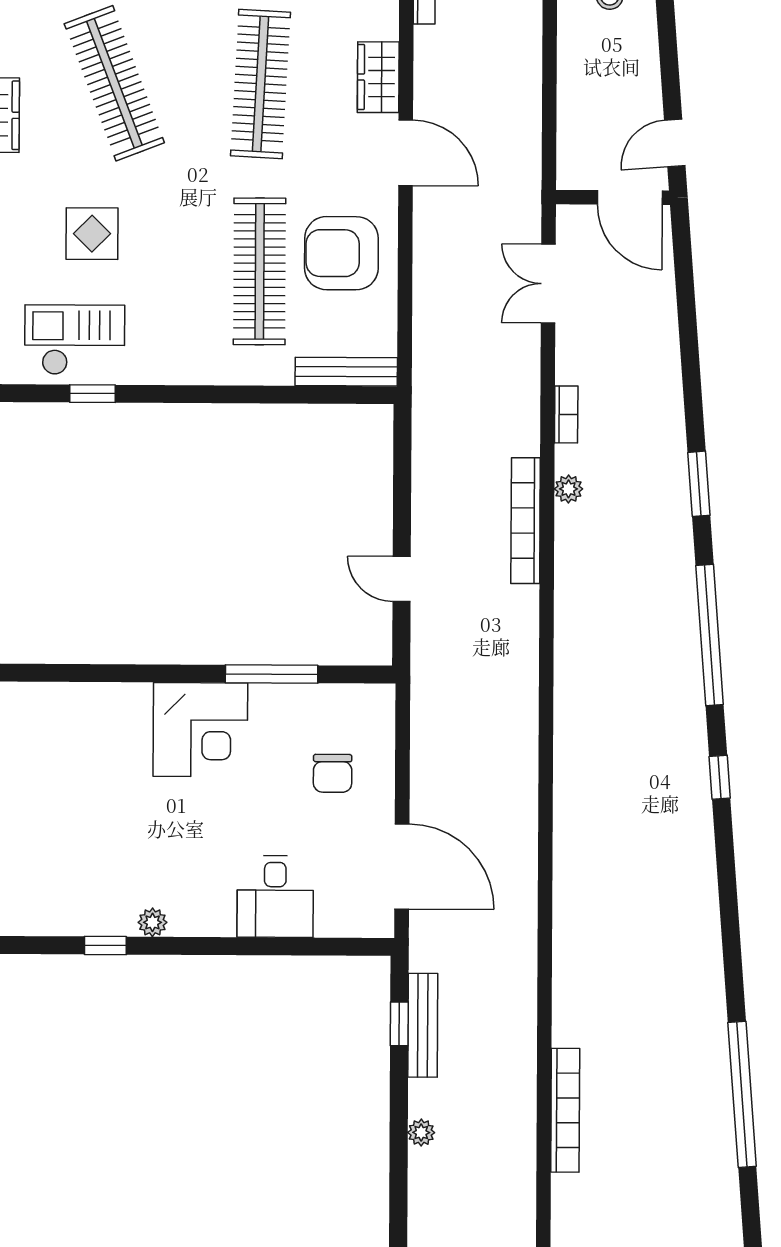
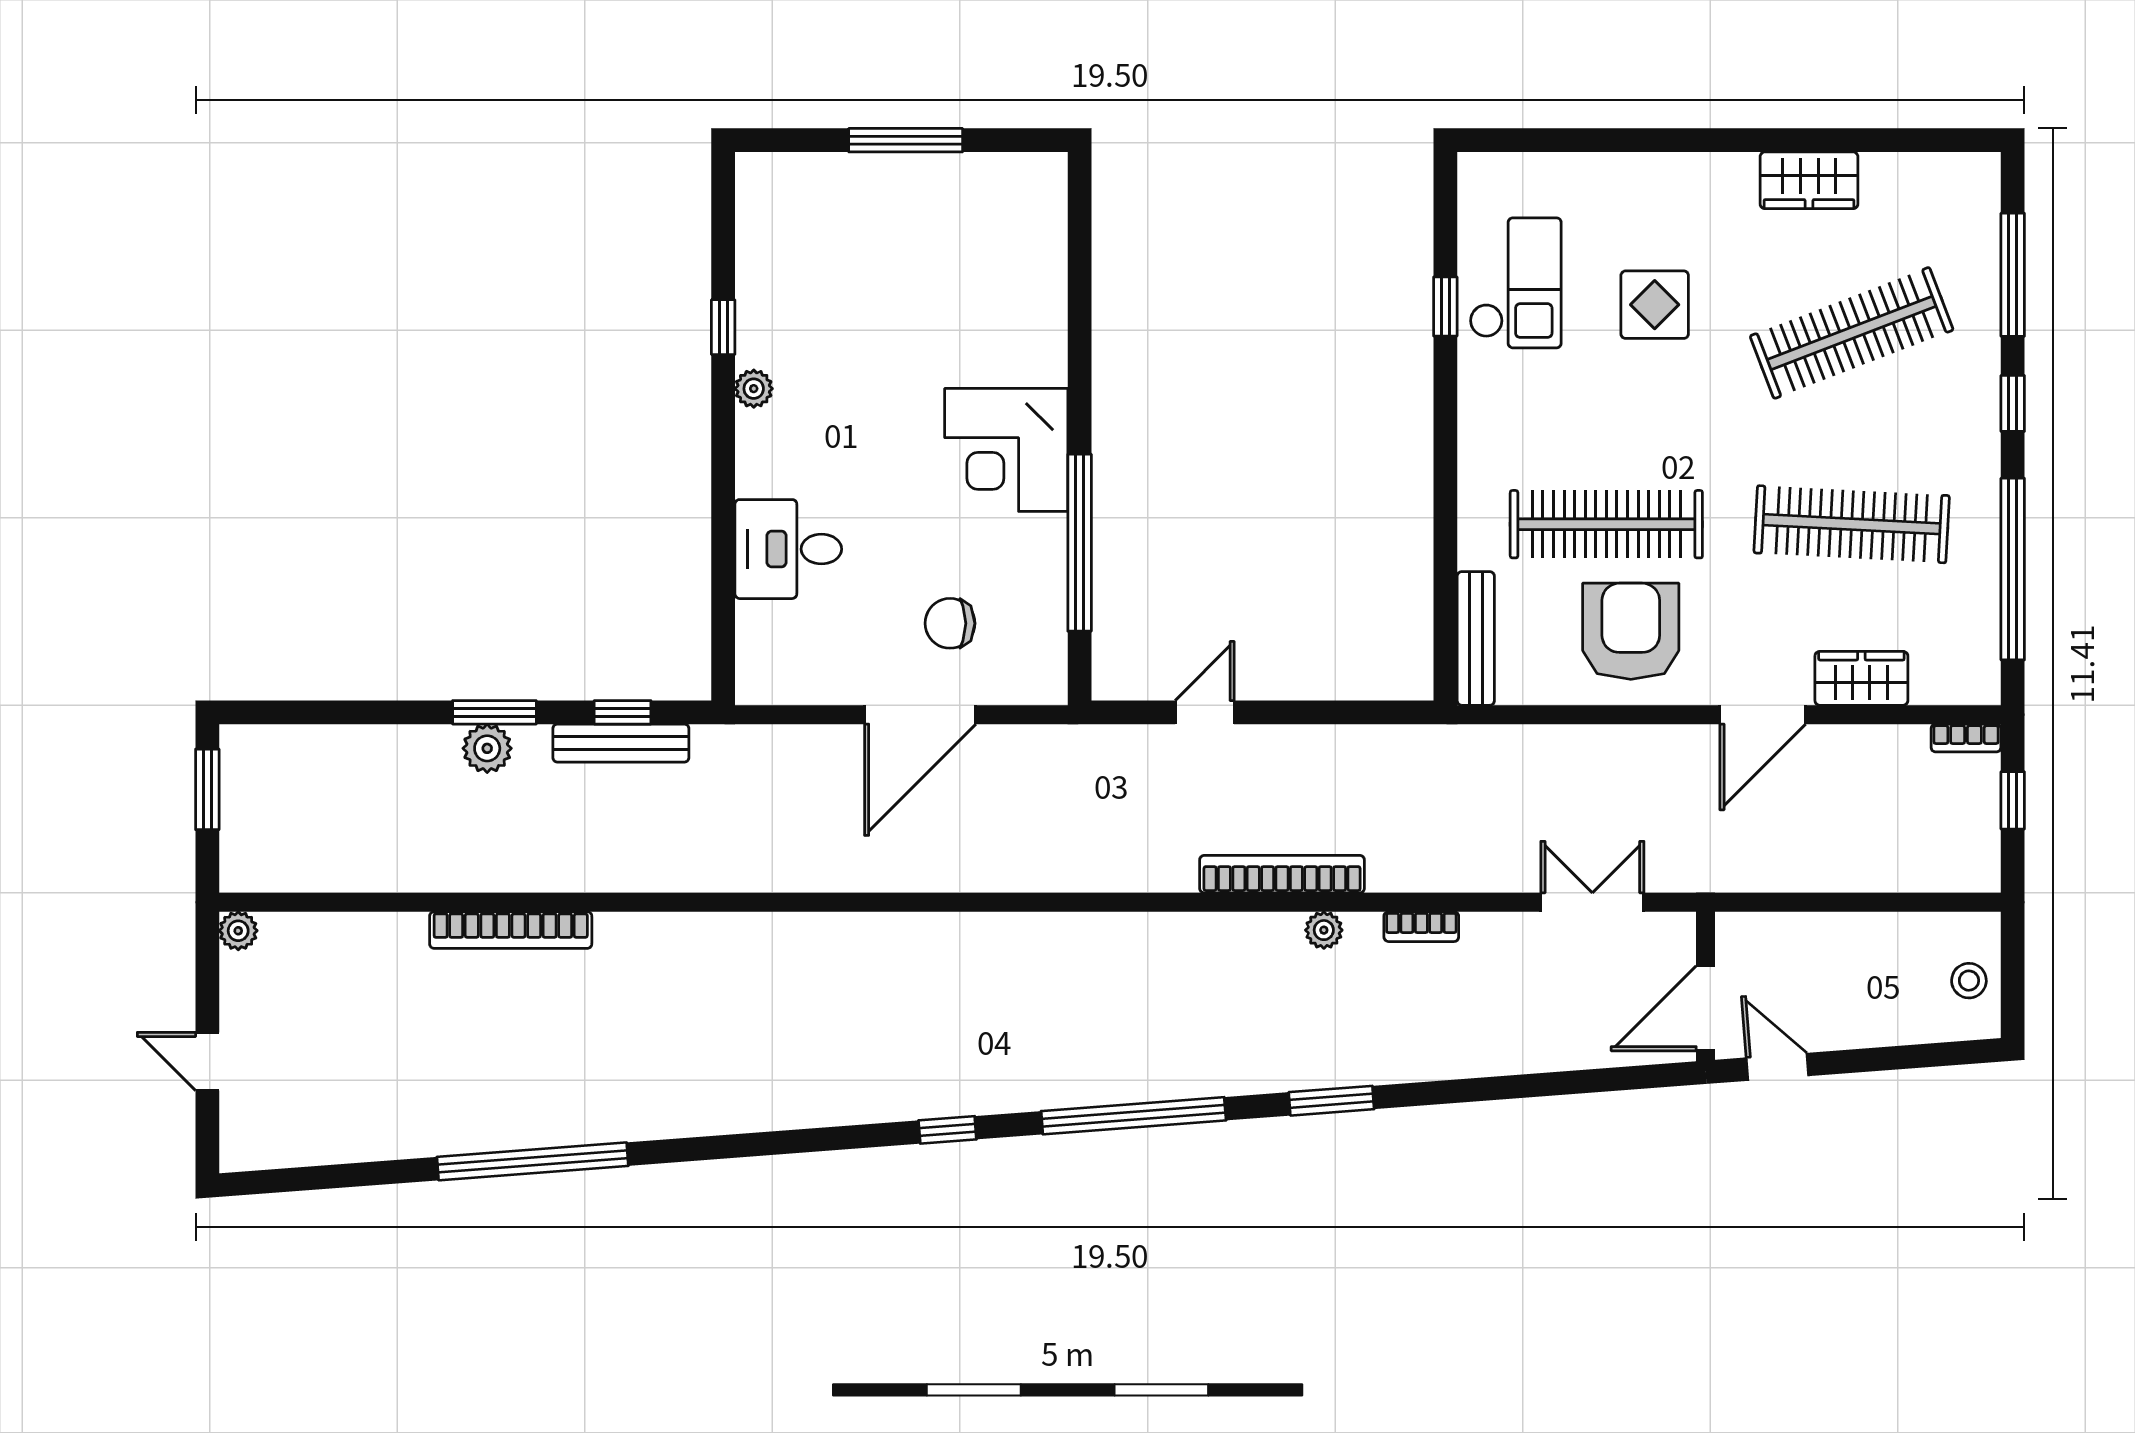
window: (272, 674) -> (1080, 543), width x1.46
door: (402, 866) -> (920, 715), moved
window: (399, 1122) -> (494, 712), added
plant: (421, 1133) -> (487, 748), width x1.38, depth x1.38

